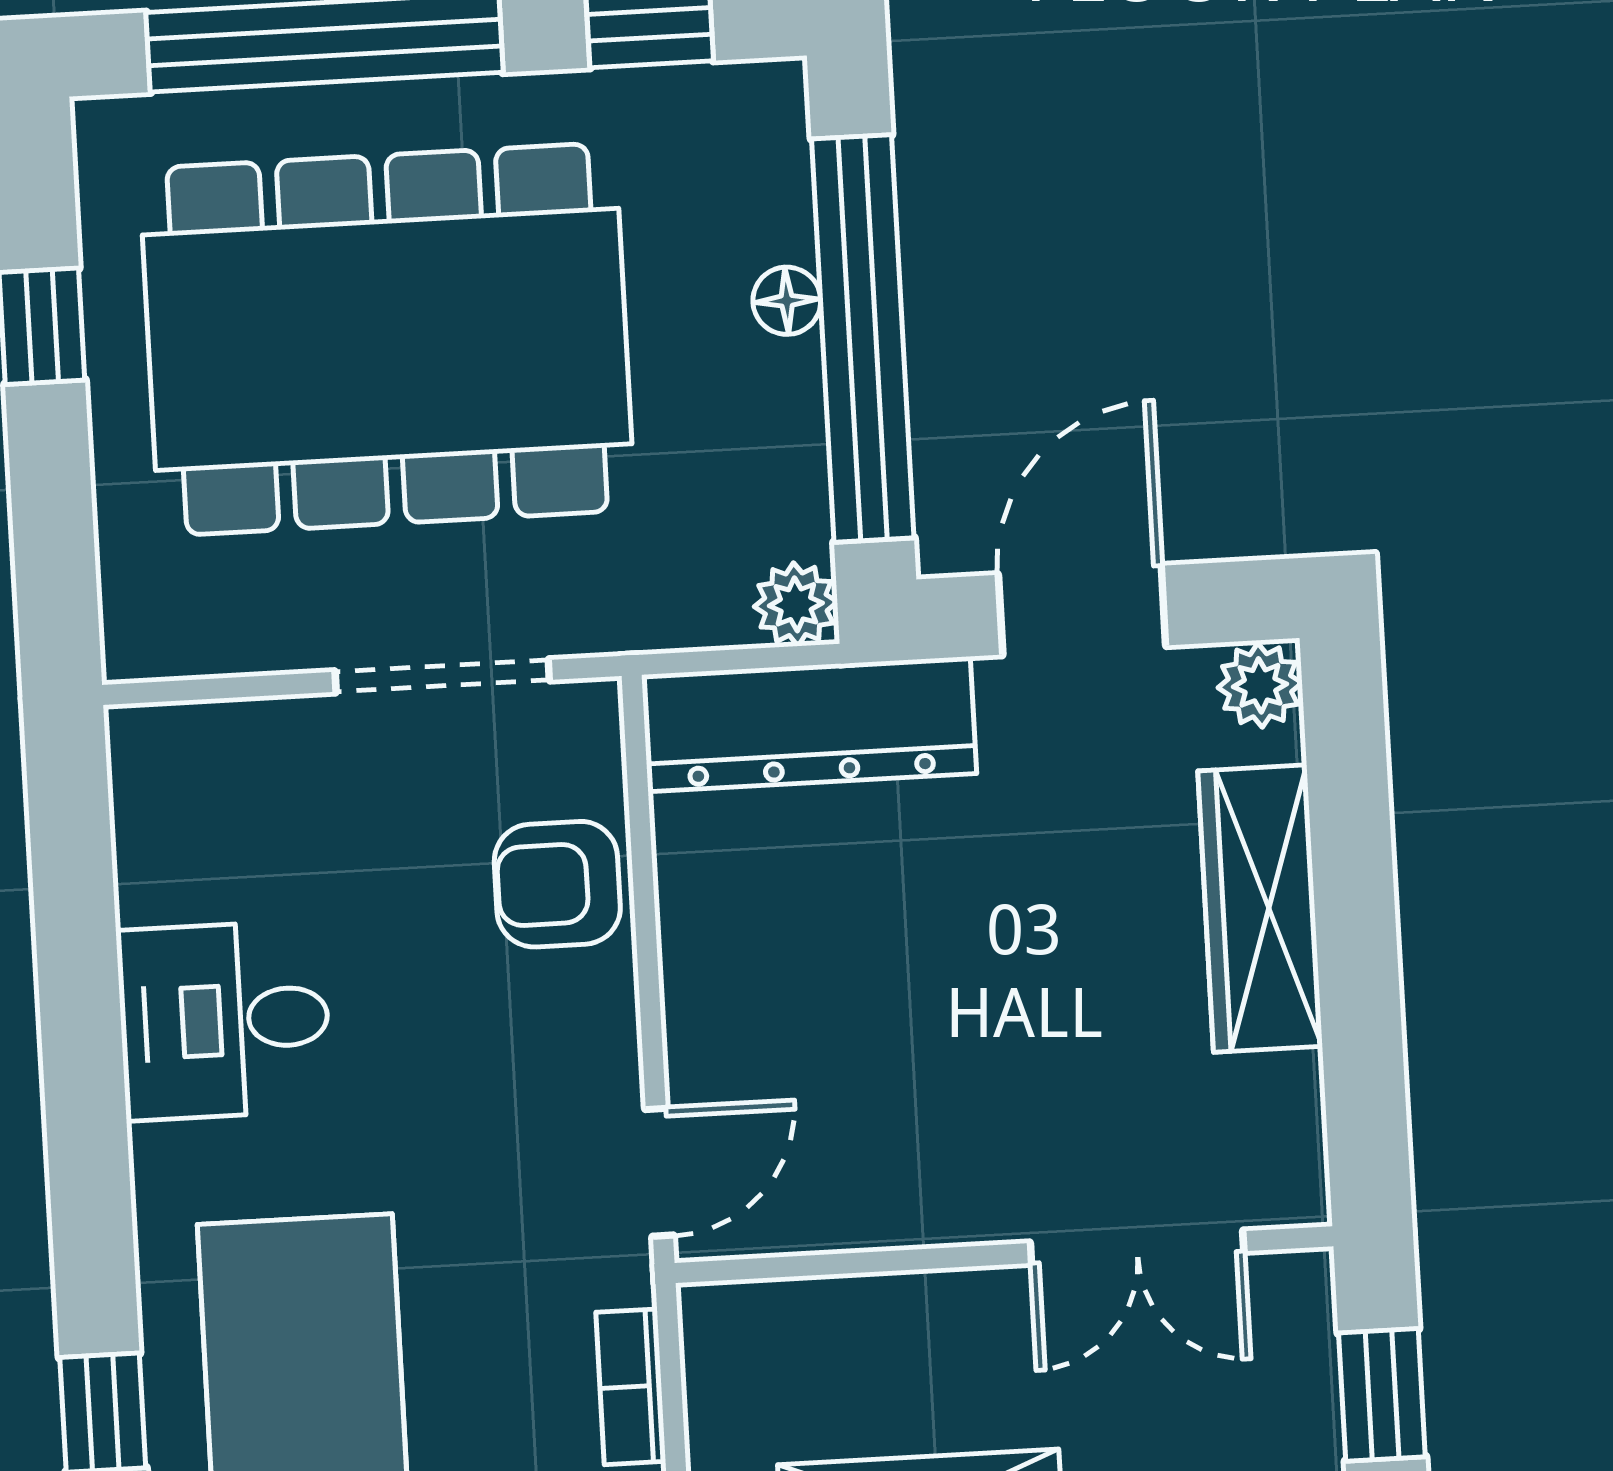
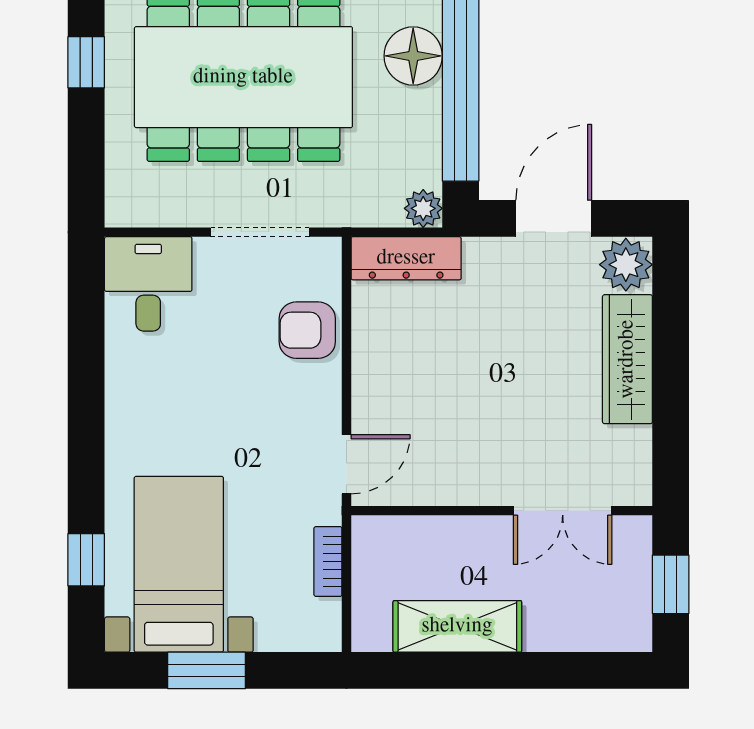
floor lamp: (787, 301) -> (413, 56), width x1.89, depth x1.89
plant: (1260, 685) -> (626, 265), width x1.38, depth x1.38
dresser: (809, 724) -> (406, 258), width x0.73, depth x0.80
desk: (224, 1020) -> (148, 284), moved, turned 90

